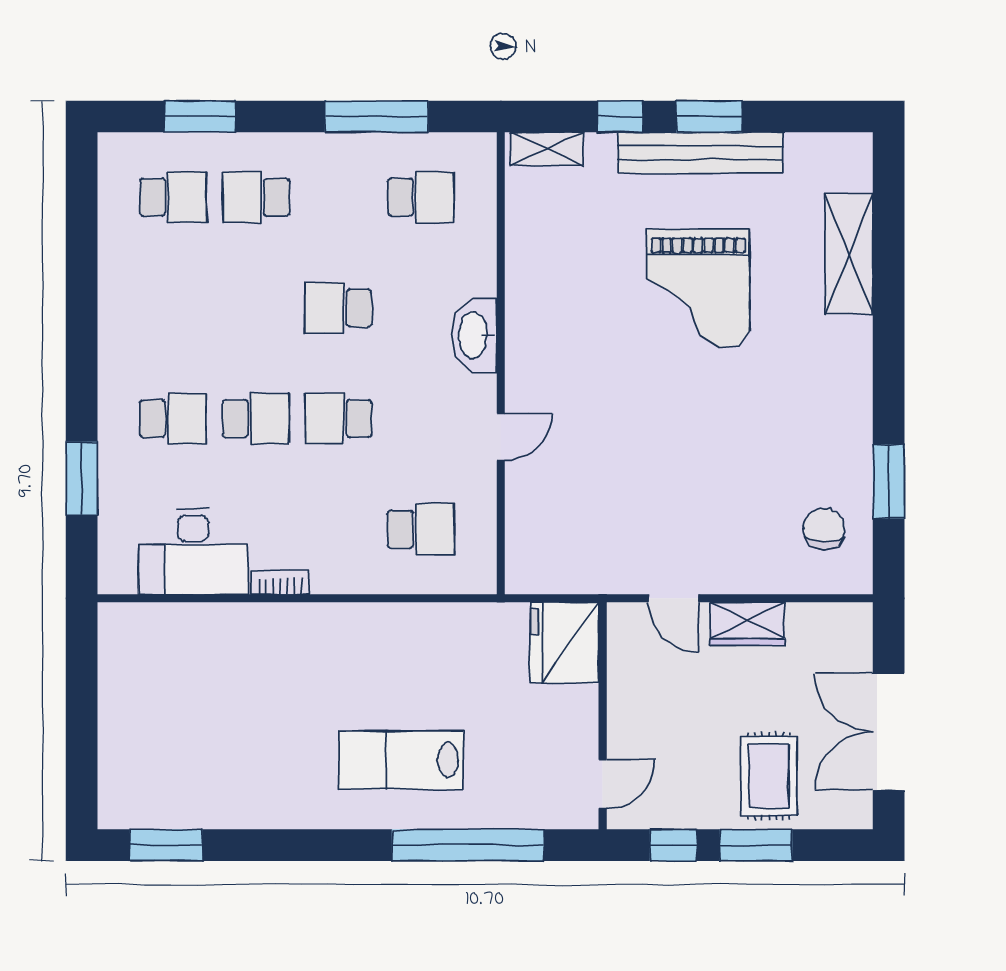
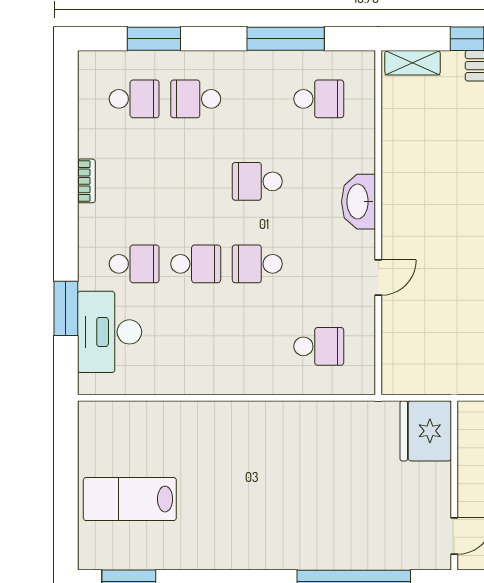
desk: (193, 552) -> (110, 332), moved, turned 90
bookcase: (280, 583) -> (86, 181), moved, turned 90
lab bench: (401, 760) -> (130, 499), moved

